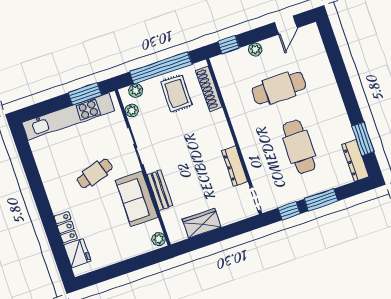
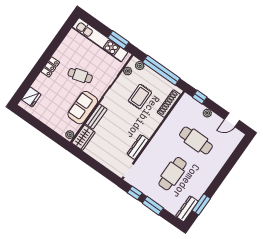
rug: (176, 93) -> (140, 97), moved
wardrobe: (202, 223) -> (83, 138), moved, turned 90
locker: (66, 227) -> (50, 67), moved

